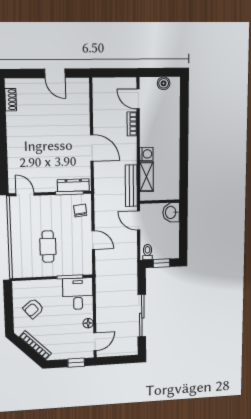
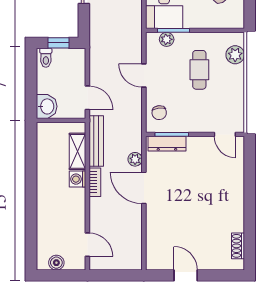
bookcase: (132, 124) -> (95, 182), moved
plant: (99, 172) -> (135, 159), added
toilet: (148, 252) -> (46, 58), moved
plant: (19, 260) -> (235, 55), added
plant: (75, 270) -> (167, 39), added

